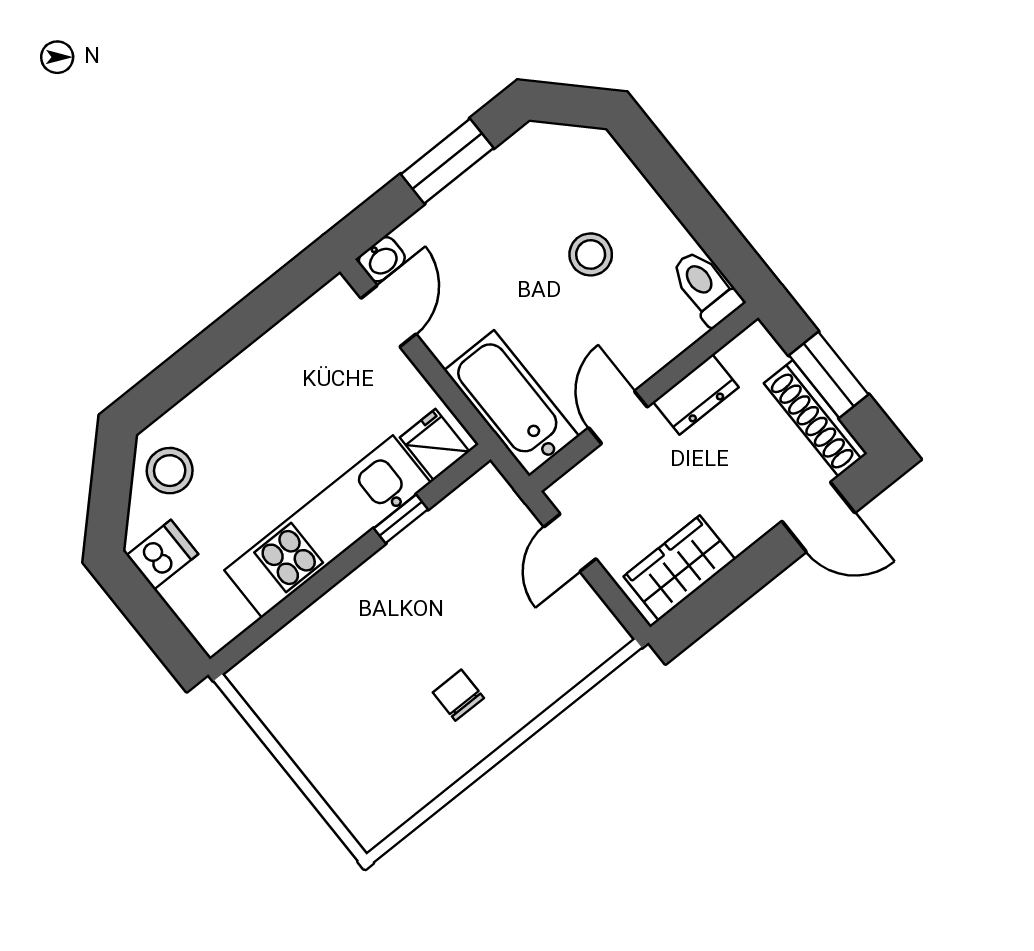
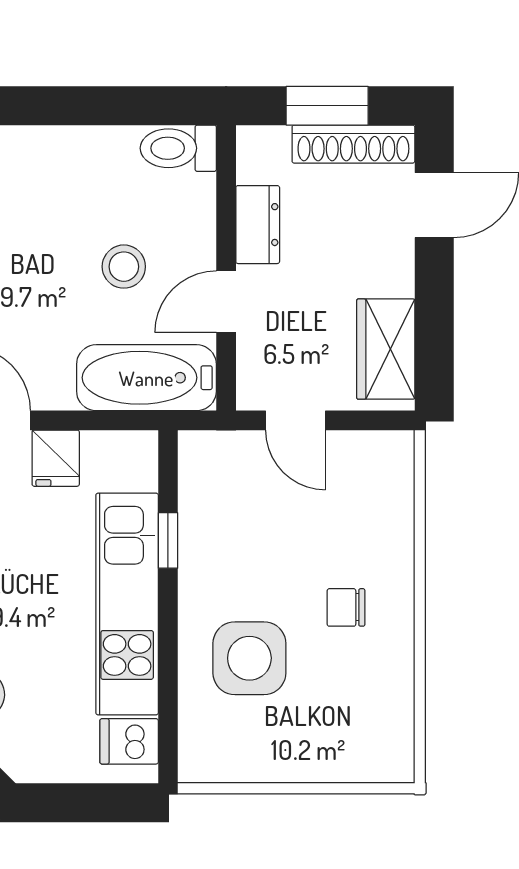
stool: (591, 254) -> (124, 267), moved
door: (618, 417) -> (226, 302), hinge flipped
fridge: (435, 444) -> (56, 458), moved, turned -90
dishwasher: (162, 555) -> (129, 741), moved, turned -90
side table: (361, 653) -> (249, 658), added

